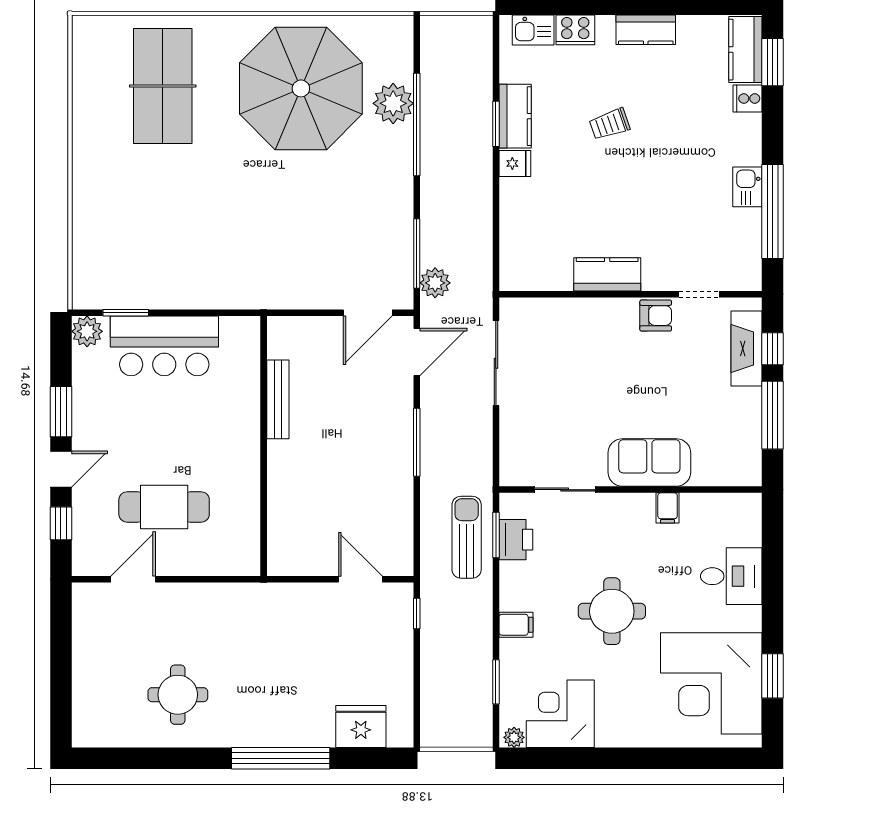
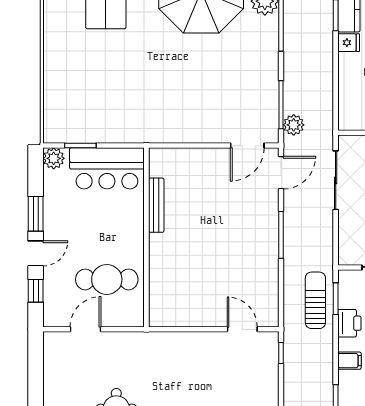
bench: (278, 399) -> (156, 205), moved
wall: (264, 446) -> (146, 237), moved
printer: (516, 540) -> (349, 323), moved

